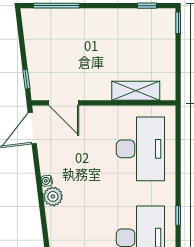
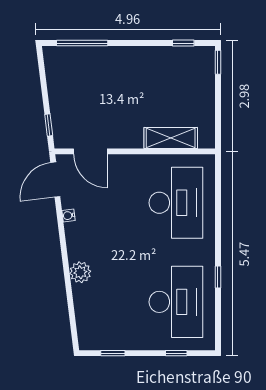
water cooler: (47, 181) -> (69, 215), moved
plant: (53, 196) -> (80, 272), moved

